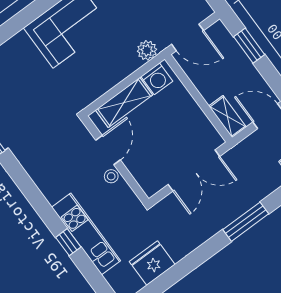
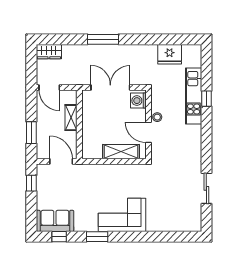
plant: (147, 50) -> (88, 171), removed
washing machine: (157, 79) -> (138, 101), moved, turned -90
shelving: (228, 117) -> (71, 118), moved
door: (108, 150) -> (148, 132), hinge flipped

